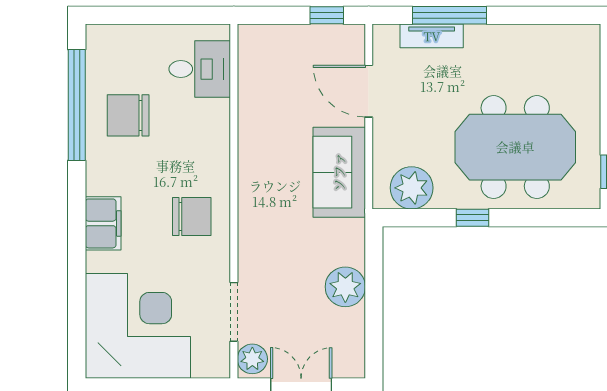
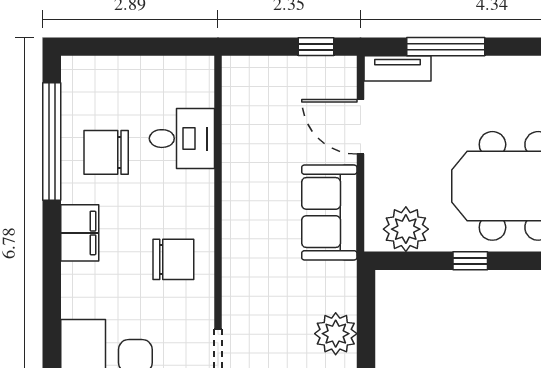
tv unit: (432, 36) -> (397, 68), moved
desk: (200, 69) -> (182, 139), moved
filing cabinet: (103, 223) -> (80, 233), moved

